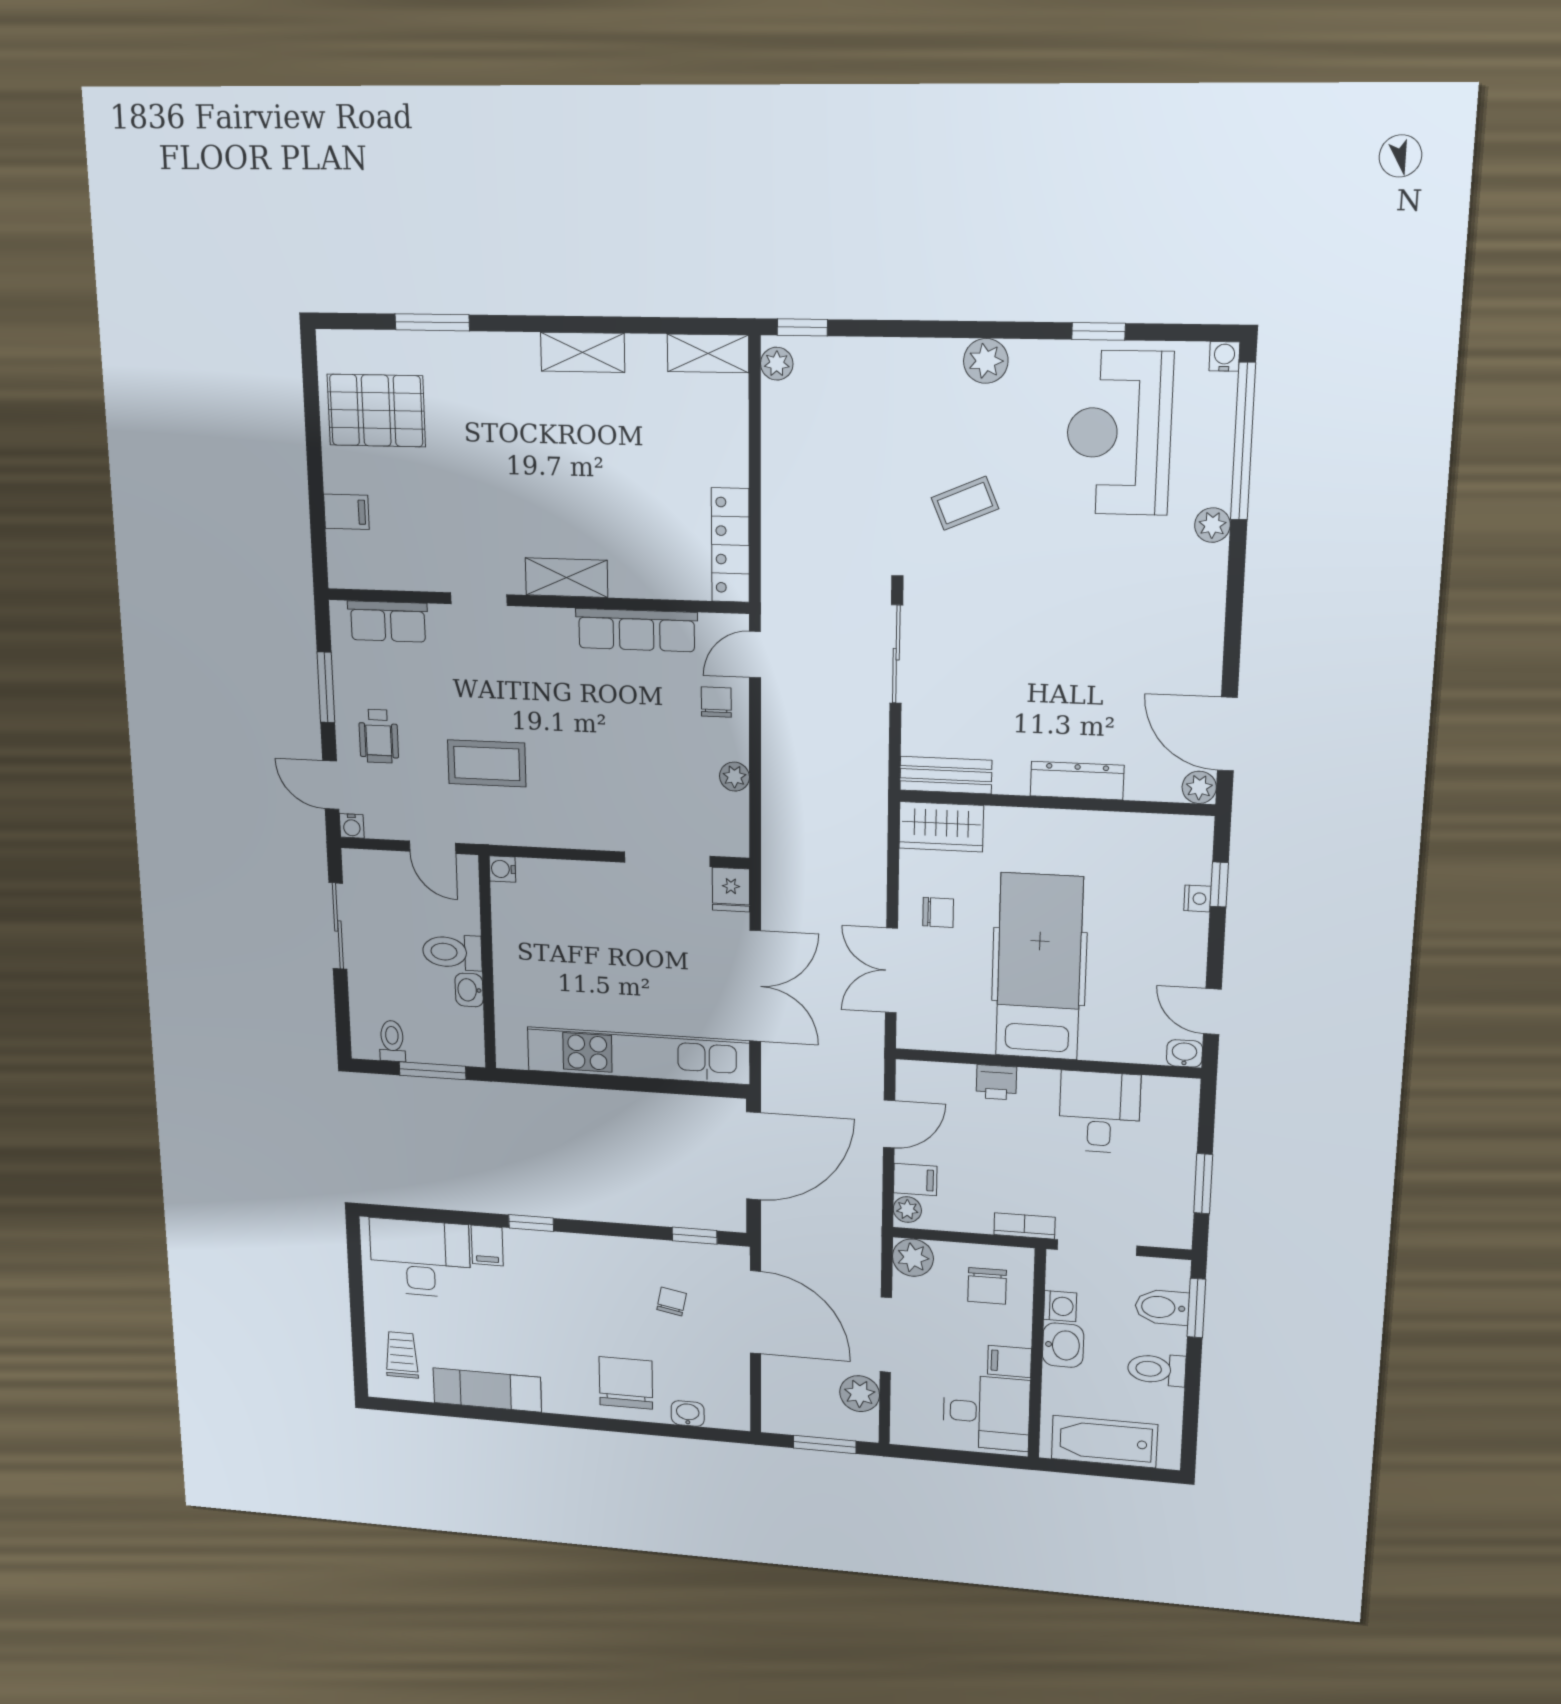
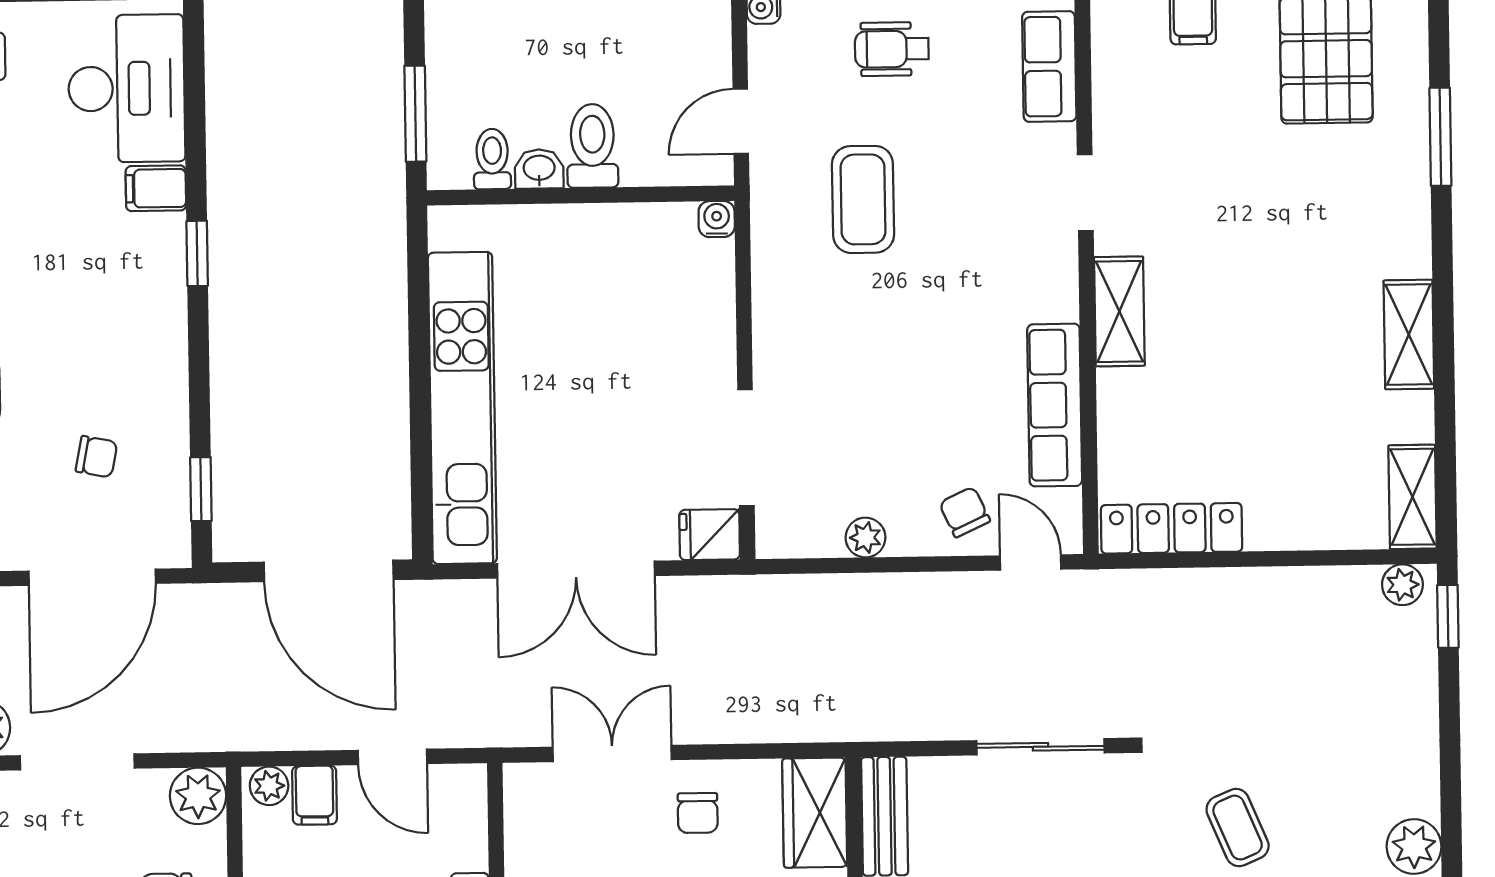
chair: (716, 702) -> (965, 512), turned -115
toilet: (392, 1041) -> (492, 159), moved, turned -90

